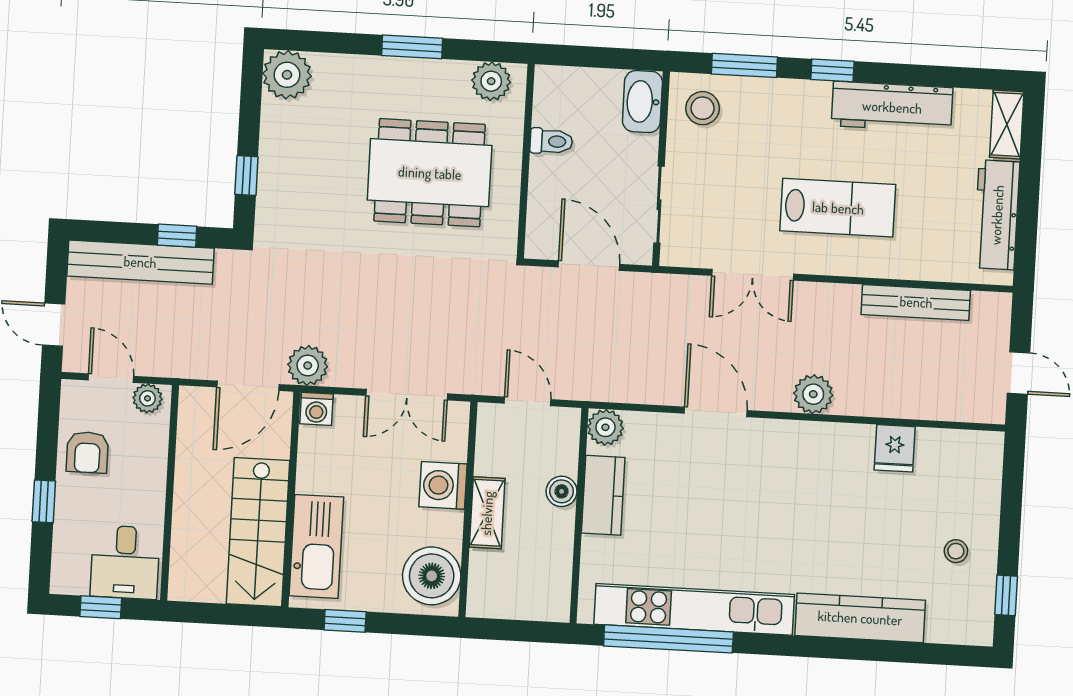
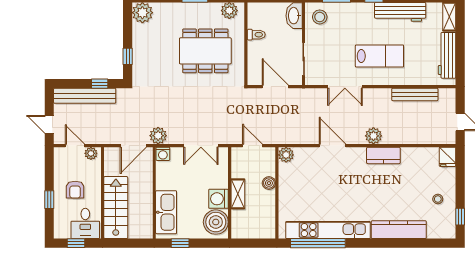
fridge: (895, 448) -> (448, 157), moved
armchair: (87, 452) -> (75, 190), moved
washing machine: (443, 485) -> (218, 199), moved
kitchen counter: (603, 495) -> (383, 155), moved, turned 90
stairs: (258, 532) -> (116, 208), moved, turned 180

